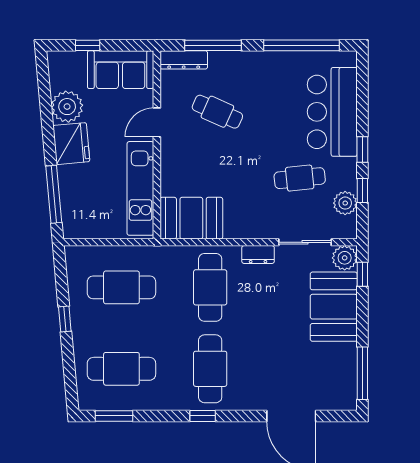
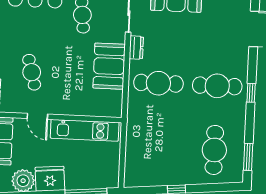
cafe table: (217, 112) -> (32, 72), turned -39
booth: (191, 218) -> (109, 66), moved
cafe table: (121, 287) -> (156, 147), removed

